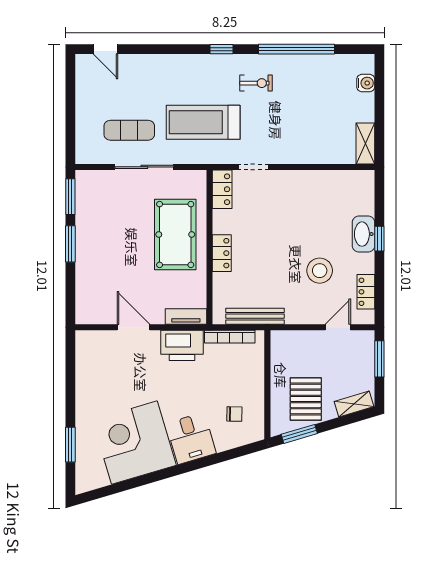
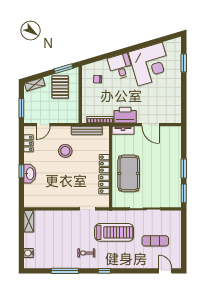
window: (297, 49) -> (65, 271), width x0.68
exercise mat: (129, 130) -> (155, 241), moved
locker: (222, 189) -> (104, 184), moved
stool: (320, 271) -> (65, 151), moved

